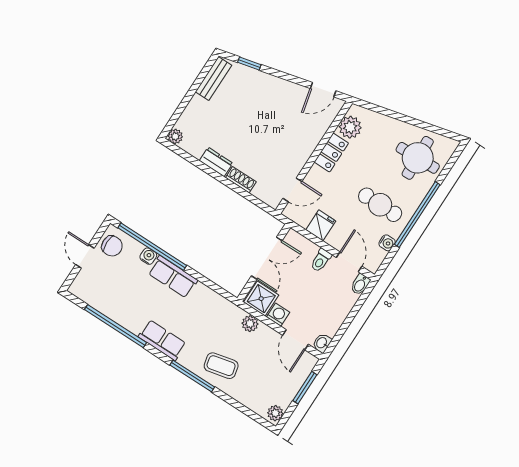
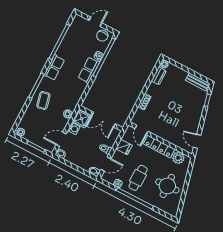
locker: (331, 153) -> (159, 147), width x1.53
round table: (418, 158) -> (167, 186), moved
dresser: (216, 162) -> (159, 76), moved

